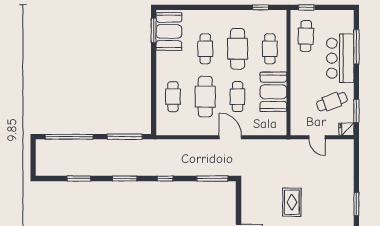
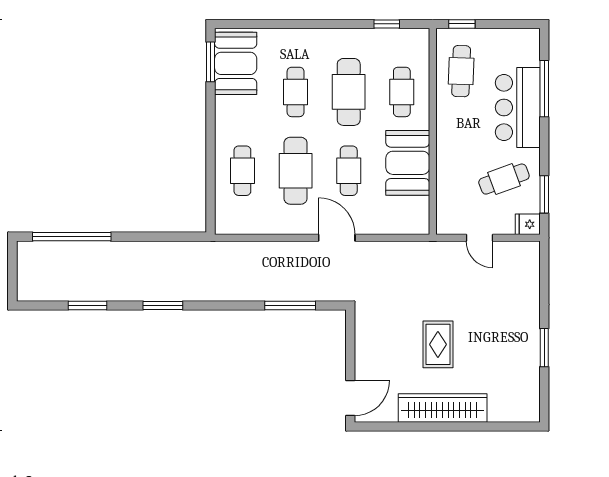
window: (125, 137) -> (163, 237), removed
window: (165, 179) -> (230, 305), removed
window: (212, 179) -> (290, 305), moved

